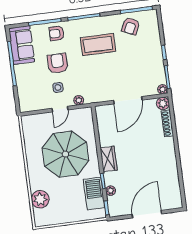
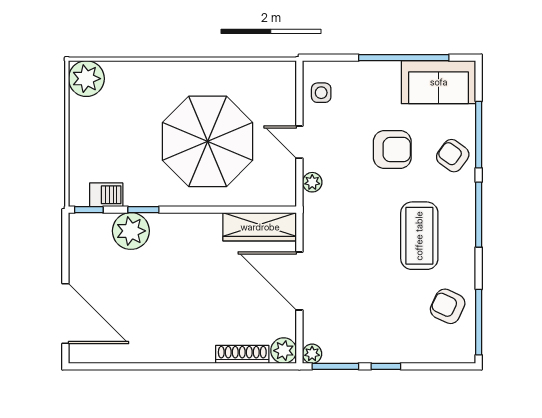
armchair: (57, 33) -> (453, 156), turned -54
side table: (58, 87) -> (321, 93), moved
wardrobe: (109, 159) -> (260, 227), moved, width x1.50
plant: (111, 191) -> (131, 231), width x1.87, depth x1.87
barbecue: (94, 193) -> (106, 195), width x0.53, depth x0.65
plant: (40, 199) -> (86, 79), moved
door: (147, 214) -> (65, 314), moved

